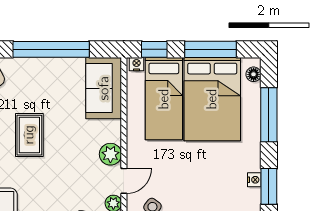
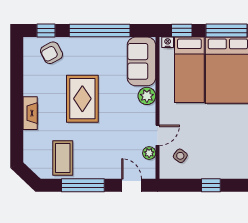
rug: (29, 135) -> (82, 99), width x1.36, depth x1.43
plant: (110, 154) -> (147, 96), moved

